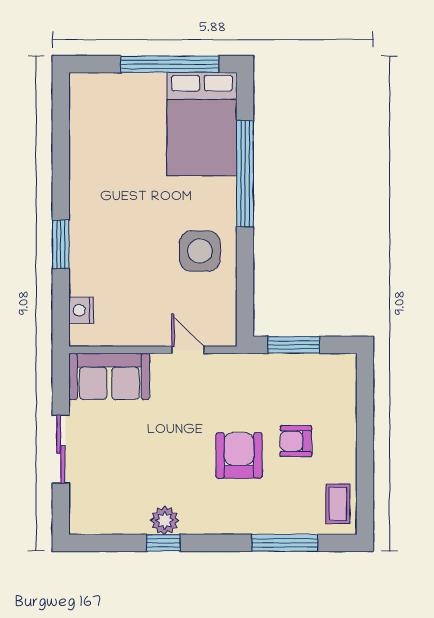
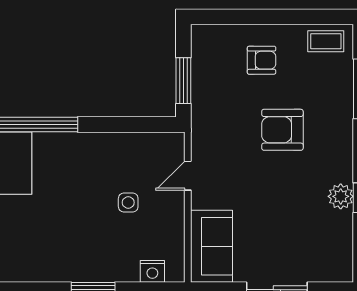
side table: (200, 251) -> (128, 202), moved, width x0.54, depth x0.54
armchair: (296, 441) -> (262, 60), moved, turned -90

